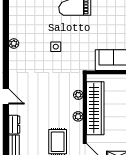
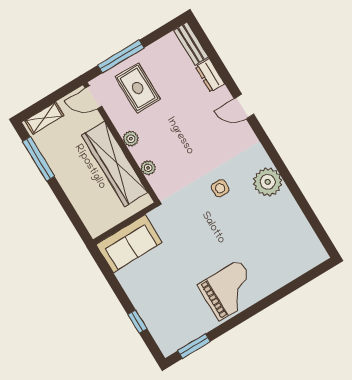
plant: (14, 43) -> (268, 182), width x1.87, depth x1.87
side table: (56, 47) -> (220, 188), moved

